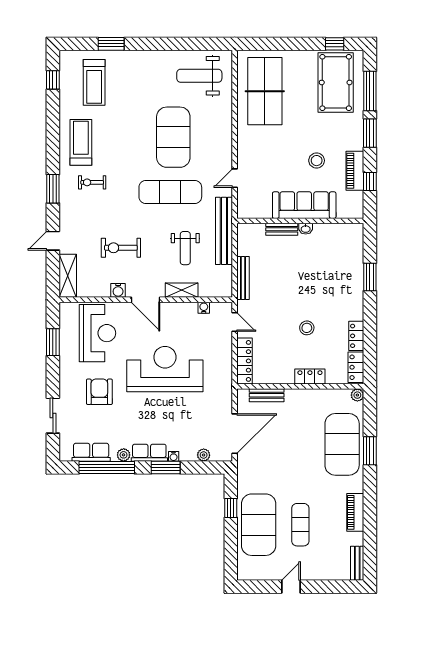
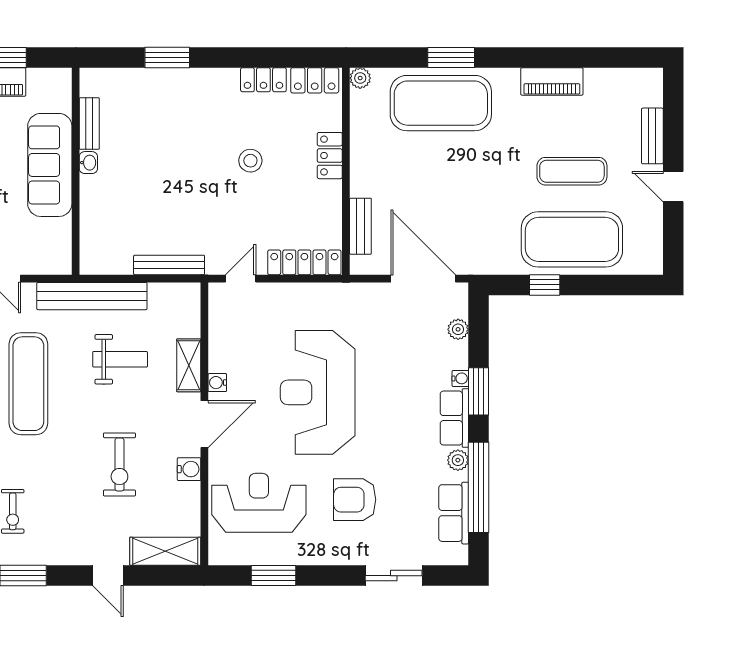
bench: (282, 229) -> (89, 123), moved
water cooler: (204, 308) -> (217, 383), moved
bench: (357, 563) -> (652, 136), moved, turned 90

